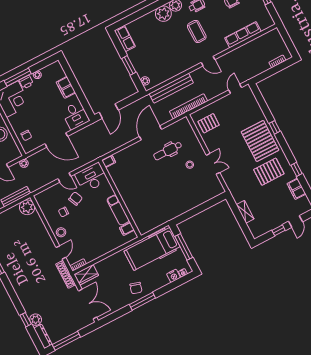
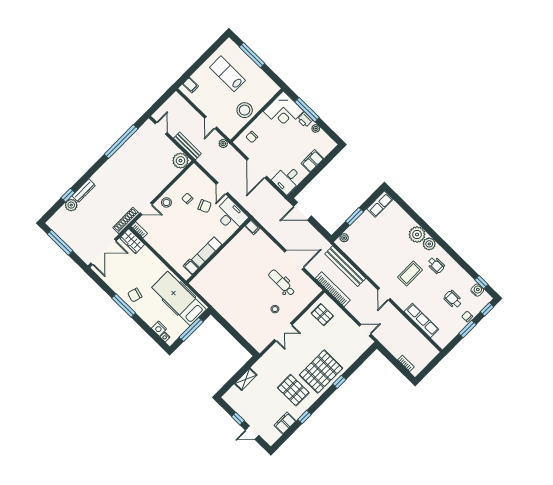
dresser: (43, 336) -> (84, 191), moved

